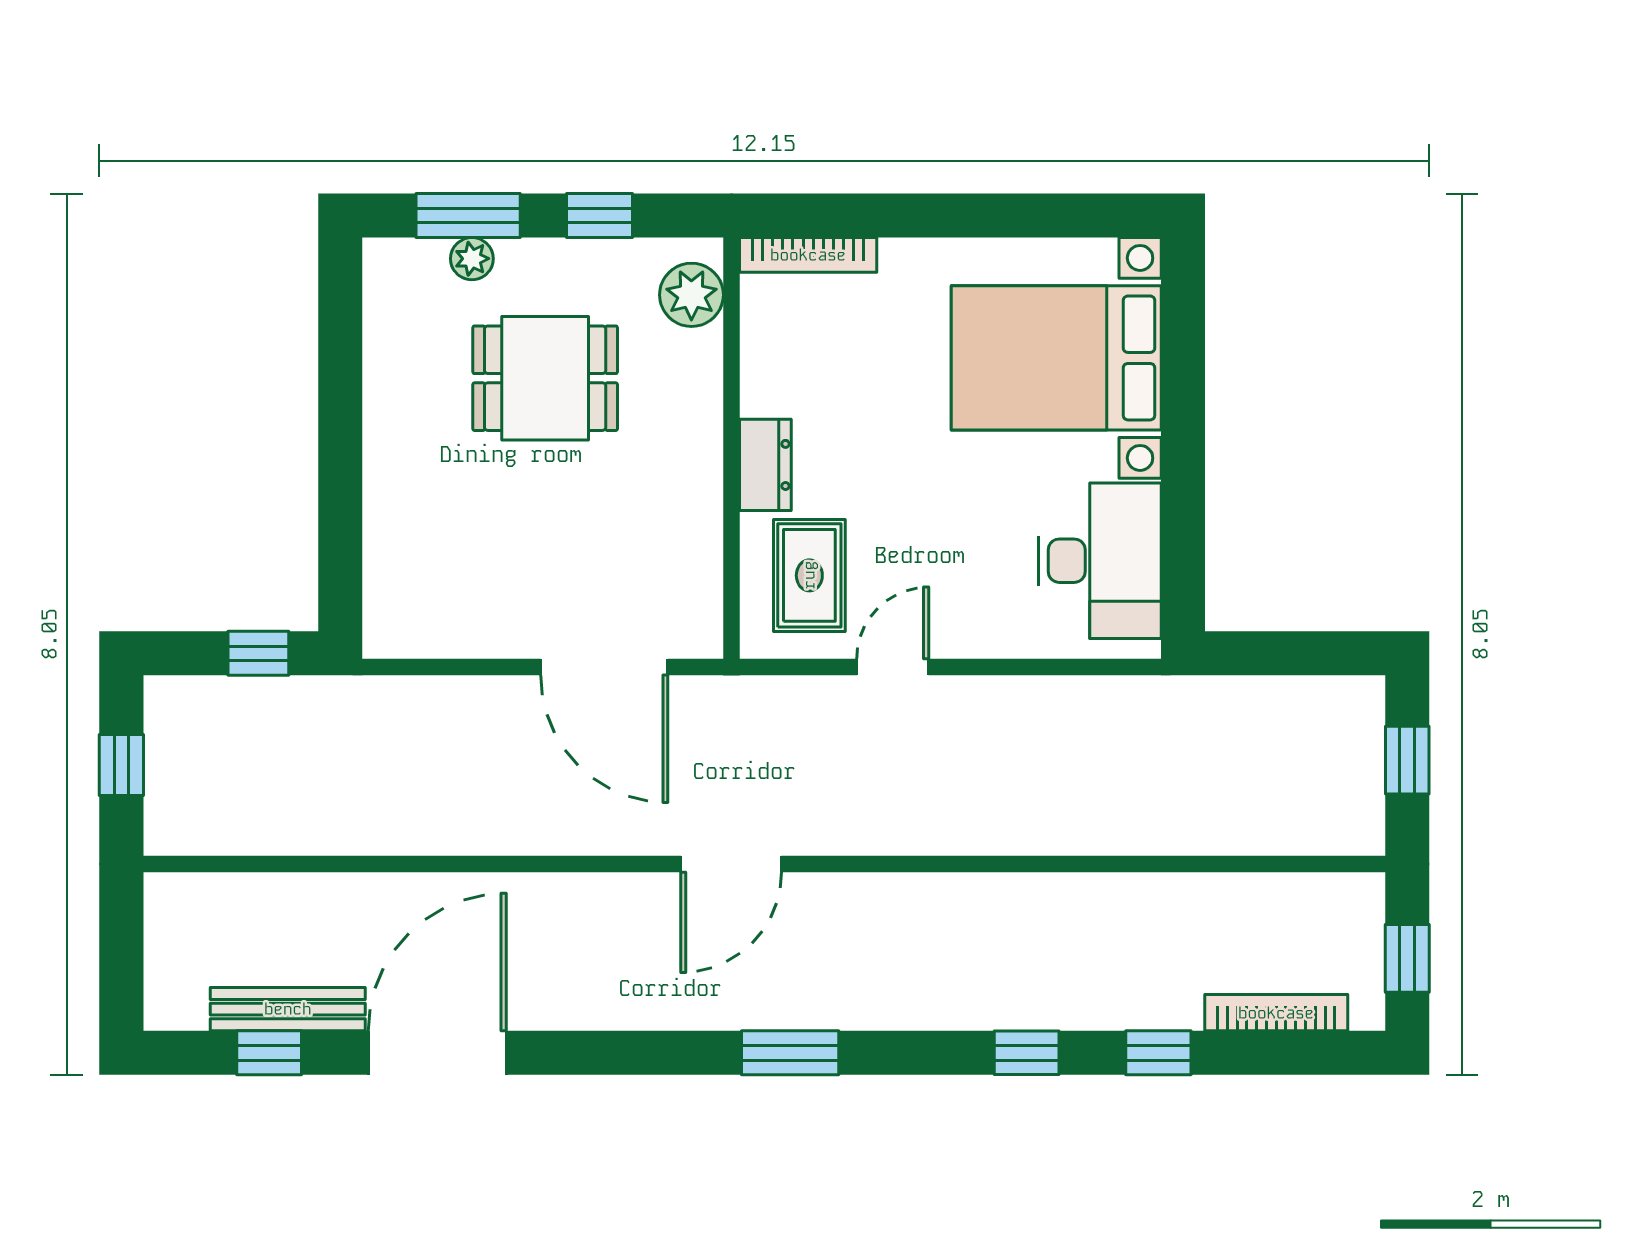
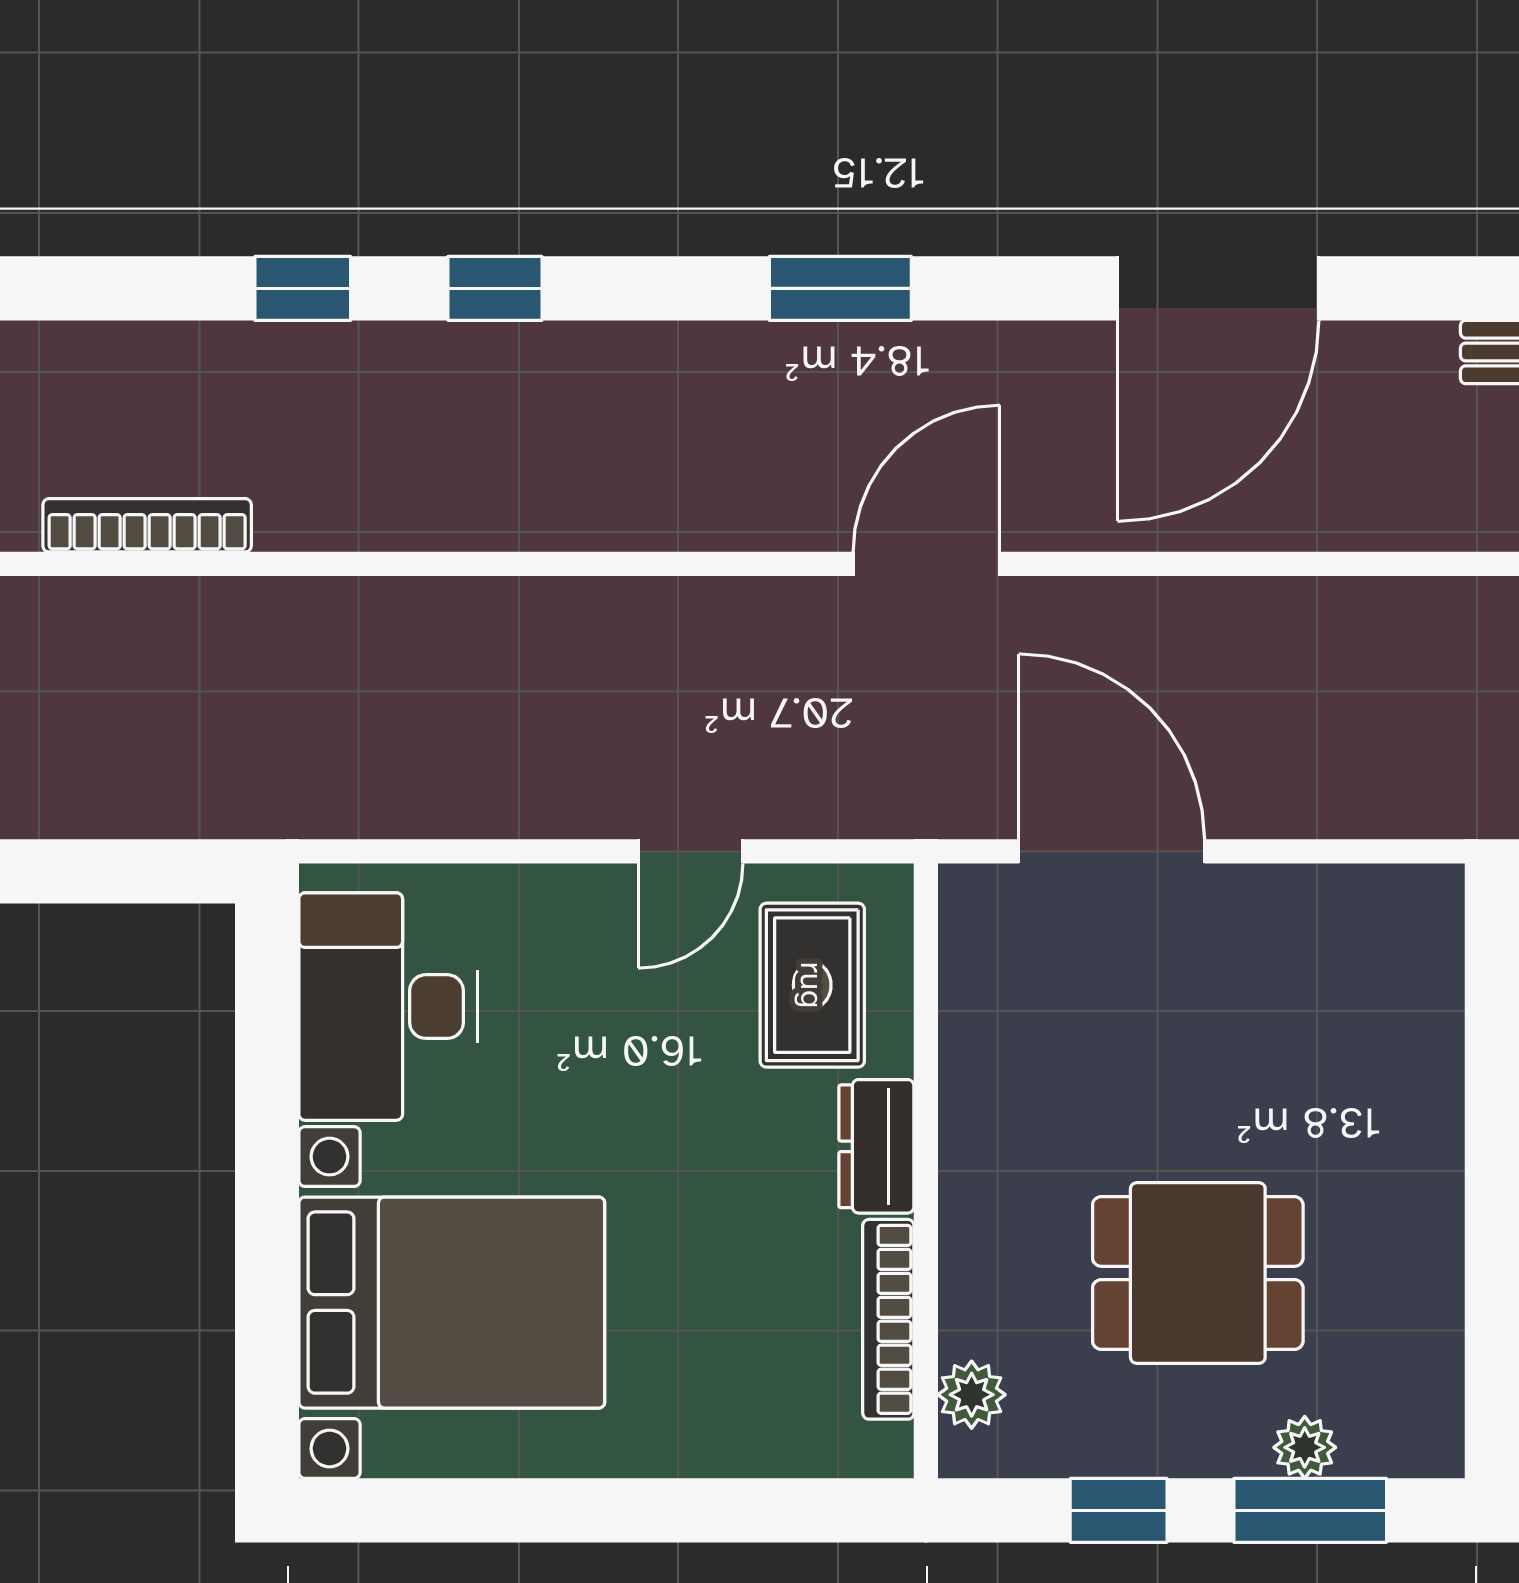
bookcase: (808, 255) -> (888, 1319), moved, turned -90
plant: (691, 295) -> (972, 1395), width x0.73, depth x0.73
bookcase: (1276, 1013) -> (147, 525), moved, turned 180
door: (437, 1053) -> (1218, 288), moved

